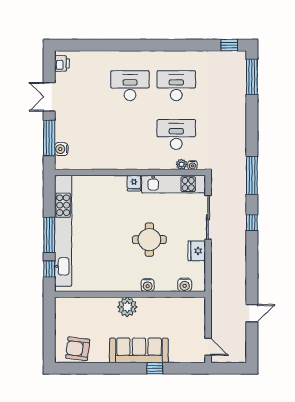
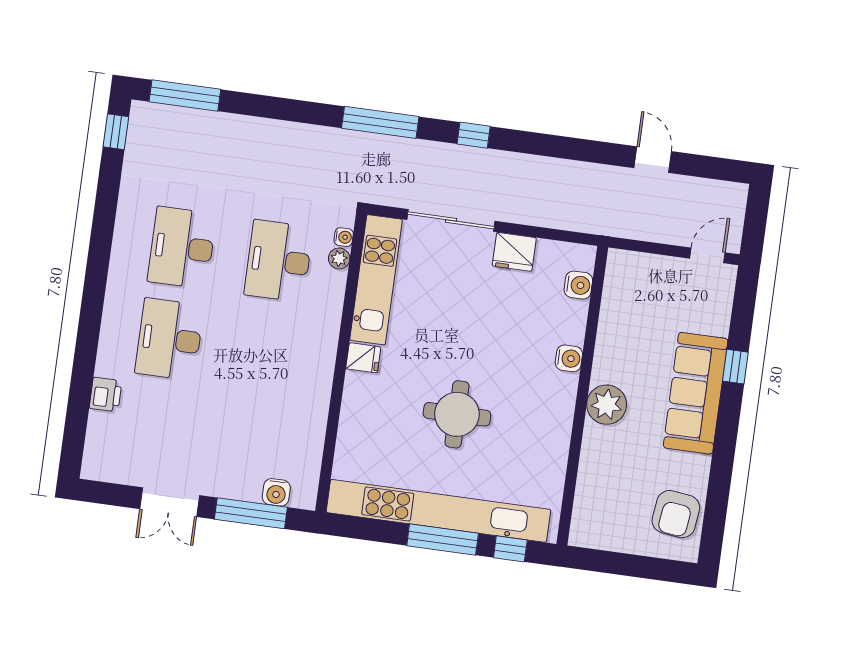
printer: (62, 63) -> (106, 395), moved, turned 90
round table: (149, 240) -> (457, 414), moved

